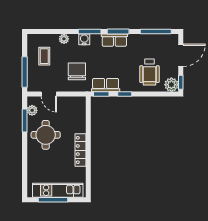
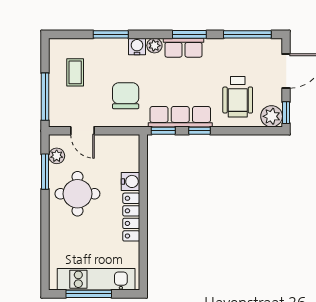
window: (90, 32) -> (111, 34), moved
plant: (64, 39) -> (154, 46), moved
row of seats: (106, 85) -> (180, 117), width x1.48
water cooler: (80, 127) -> (130, 181), added

